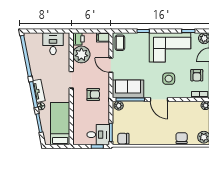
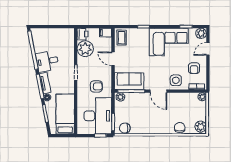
desk: (53, 44) -> (47, 61), moved, turned -101
side table: (169, 79) -> (176, 80), moved
desk: (98, 135) -> (98, 116), width x1.87, depth x1.30

